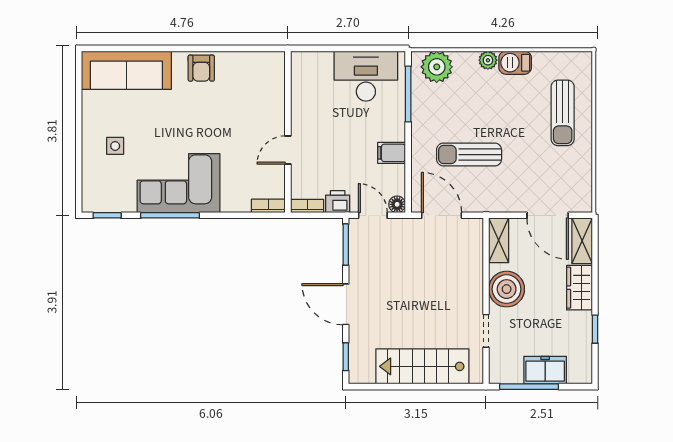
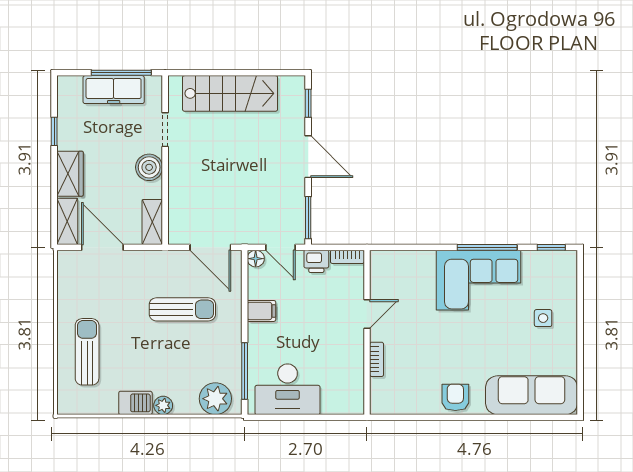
bookcase: (268, 206) -> (377, 359), moved, turned -90
boiler: (507, 289) -> (149, 167), width x0.73, depth x0.73
freezer: (545, 370) -> (114, 90), width x1.40

